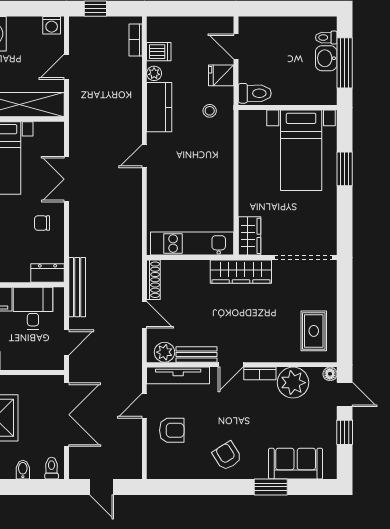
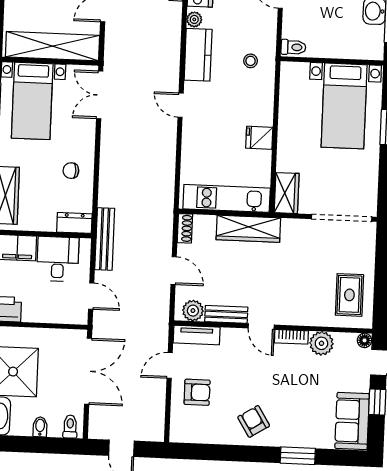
fridge: (221, 75) -> (259, 138), moved
toilet: (255, 93) -> (293, 47), width x0.73, depth x0.72
door: (144, 156) -> (181, 105), hinge flipped
double door: (66, 179) -> (100, 95), moved
wardrobe: (241, 272) -> (248, 229), moved
shoe rack: (153, 280) -> (185, 228), width x0.70
door: (66, 342) -> (91, 296), hinge flipped
door: (231, 365) -> (261, 326), hinge flipped
tv unit: (178, 375) -> (197, 335), width x0.71
plant: (293, 383) -> (321, 343), width x0.73, depth x0.73
sofa: (296, 464) -> (352, 421), moved, turned -90

